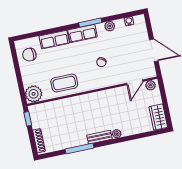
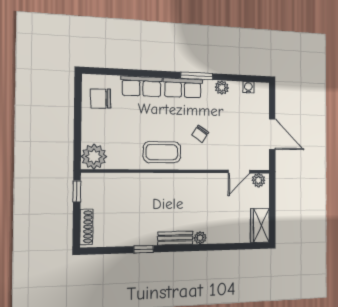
coffee table: (64, 83) -> (162, 152), moved
window: (79, 149) -> (144, 249), width x0.46

